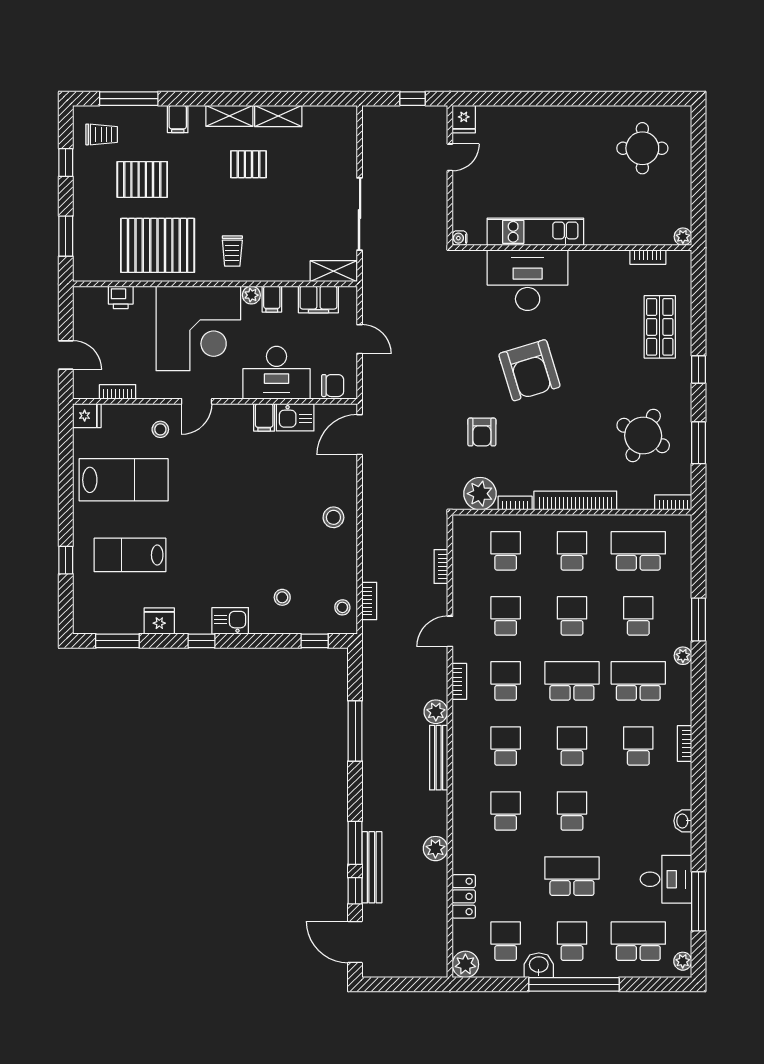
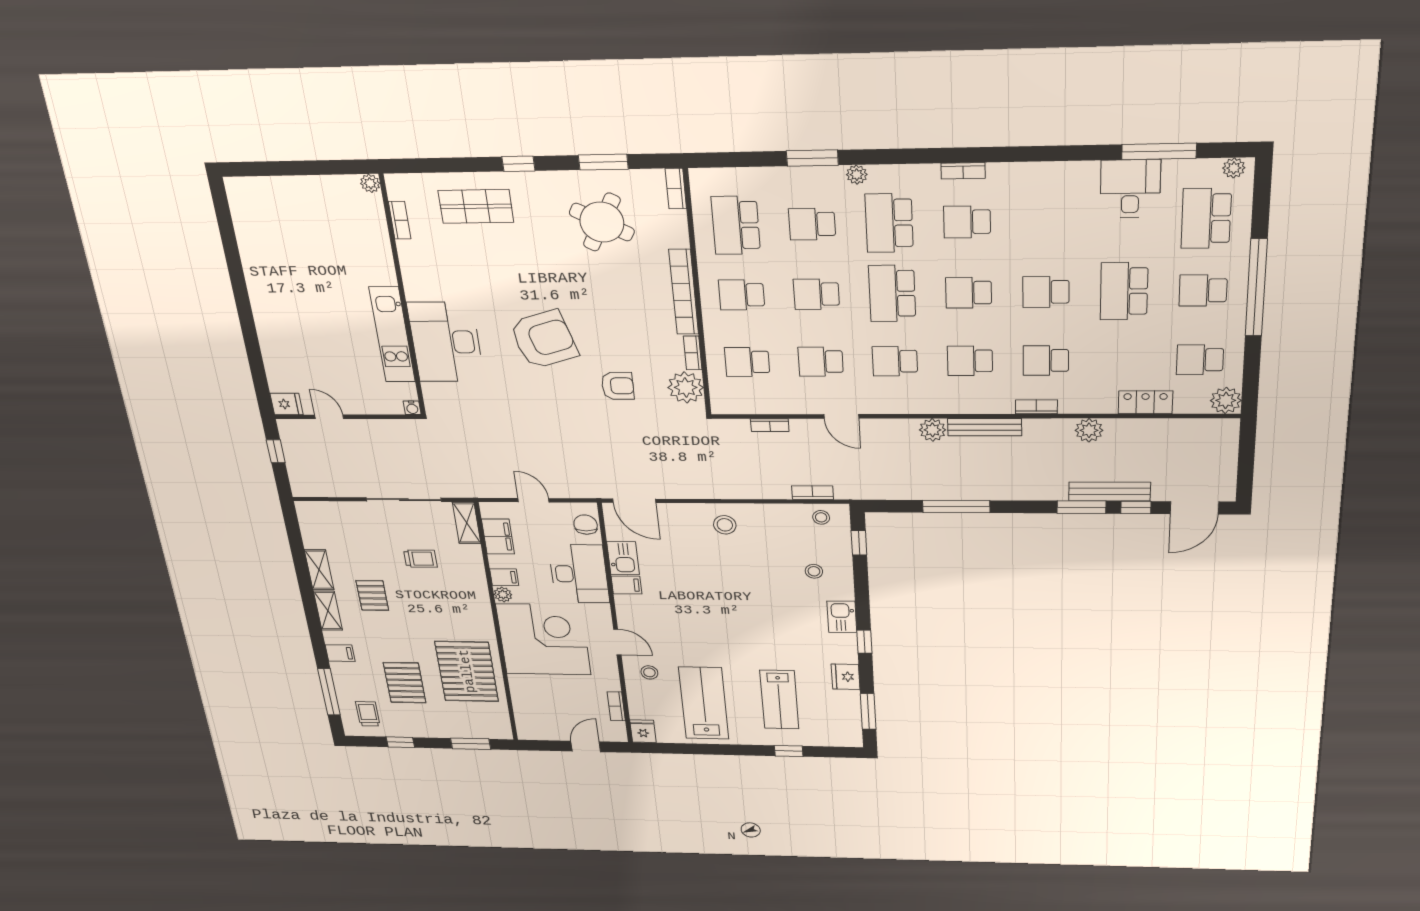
round table: (642, 148) -> (280, 228), removed
trolley: (232, 251) -> (420, 559), moved
printer: (121, 297) -> (523, 702), removed
door: (360, 339) -> (534, 500), hinge flipped
bookcase: (459, 681) -> (1036, 407), moved
washbasin: (683, 821) -> (1058, 171), removed
washbasin: (539, 965) -> (1231, 325), removed

